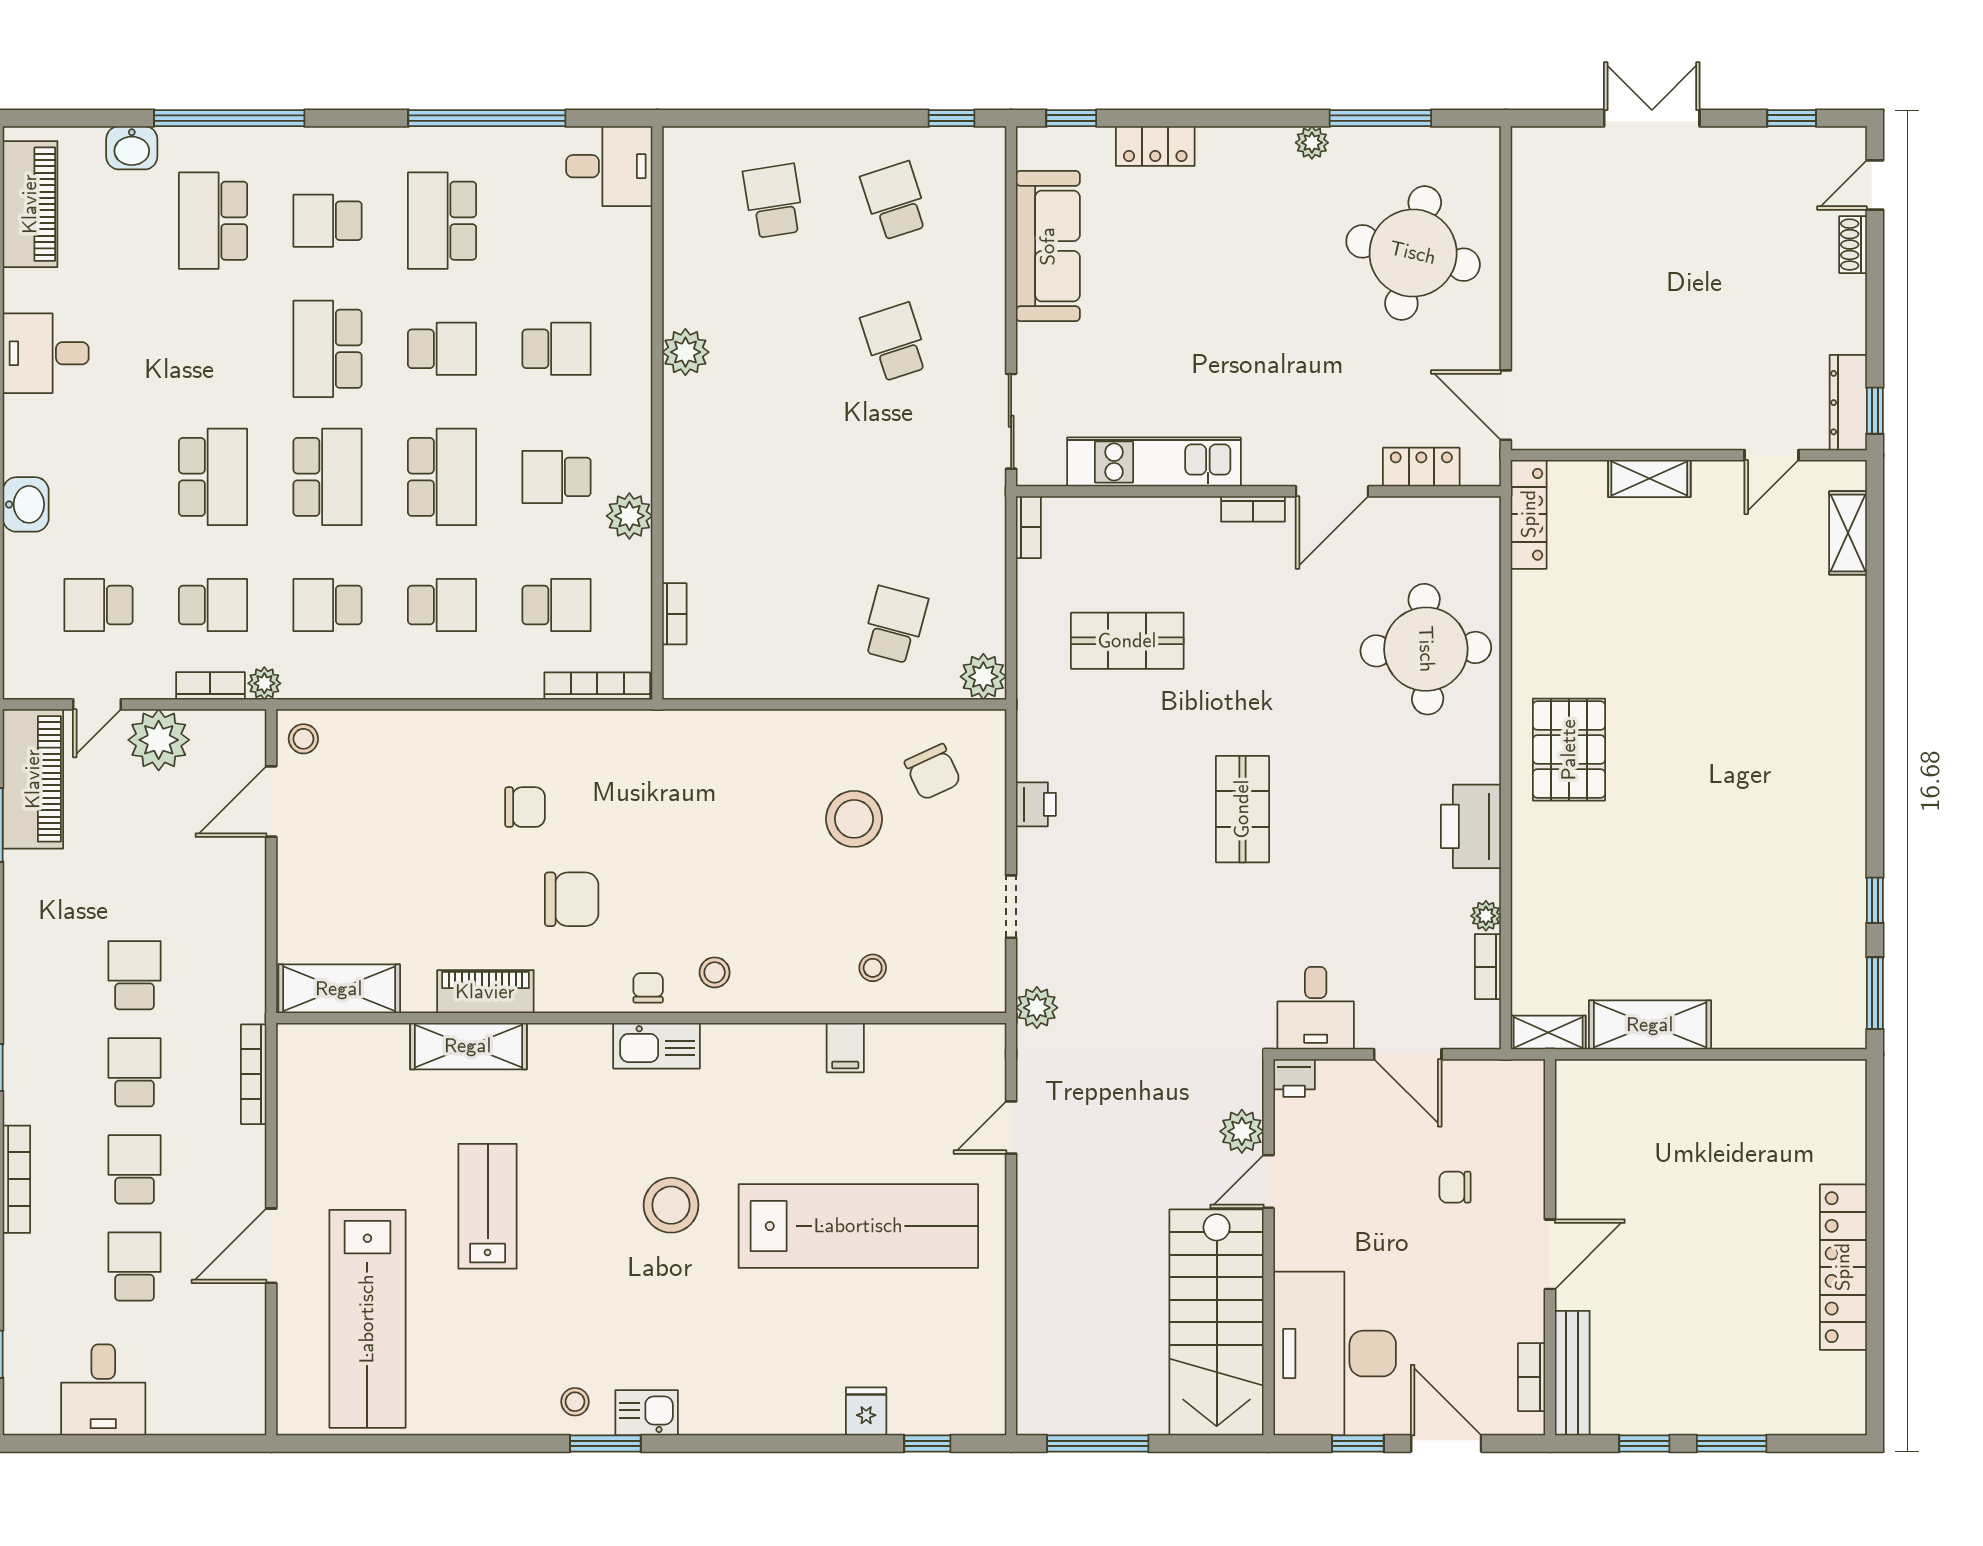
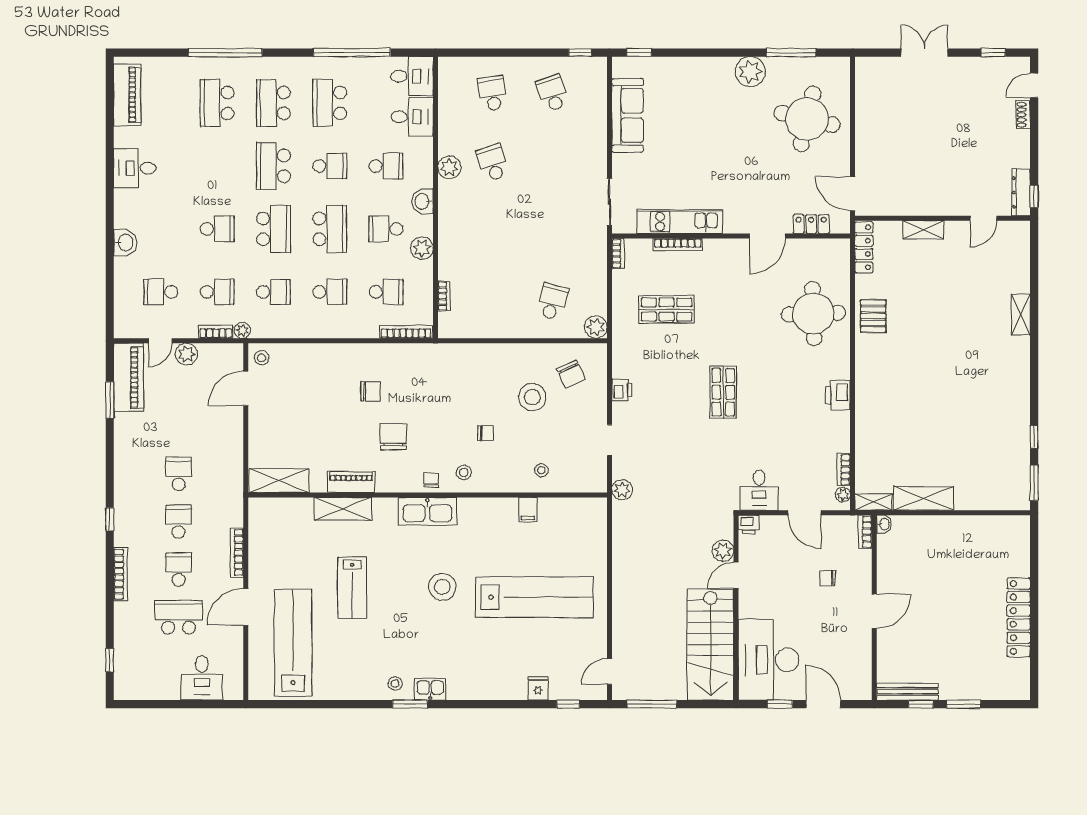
plant: (1312, 143) -> (750, 72), width x1.88, depth x1.88
locker: (1155, 146) -> (680, 66), removed
washbasin: (132, 148) -> (423, 201), moved, turned 90
school desk: (328, 221) -> (273, 103), width x1.85
desk: (610, 249) -> (412, 117), added
school desk: (895, 342) -> (493, 163), moved
school desk: (213, 477) -> (217, 229), width x0.54
bookcase: (1253, 509) -> (678, 245), moved, width x1.56
shelving: (1848, 533) -> (1021, 315), moved
school desk: (328, 605) -> (273, 292), turned 180
plant: (159, 740) -> (186, 354), width x0.73, depth x0.73
pallet: (1569, 750) -> (873, 316), moved, width x0.67, depth x0.71
printer: (1471, 826) -> (838, 395), width x0.73, depth x0.84
chair: (759, 892) -> (486, 433), added
chair: (572, 899) -> (393, 437), turned -90
plant: (1486, 916) -> (843, 495), moved
kitchen sink: (657, 1046) -> (427, 511), width x1.36, depth x1.24
bookcase: (254, 1074) -> (237, 553), moved
washbasin: (1570, 1077) -> (884, 524), added
door: (1011, 1127) -> (609, 671), moved
lab bench: (488, 1206) -> (352, 587), turned 180
school desk: (135, 1267) -> (179, 617), width x1.85
lab bench: (367, 1319) -> (293, 643), turned 180
bench: (1572, 1373) -> (907, 692), moved, turned 90
bookcase: (1532, 1377) -> (865, 532), moved
desk: (103, 1390) -> (202, 678), moved

